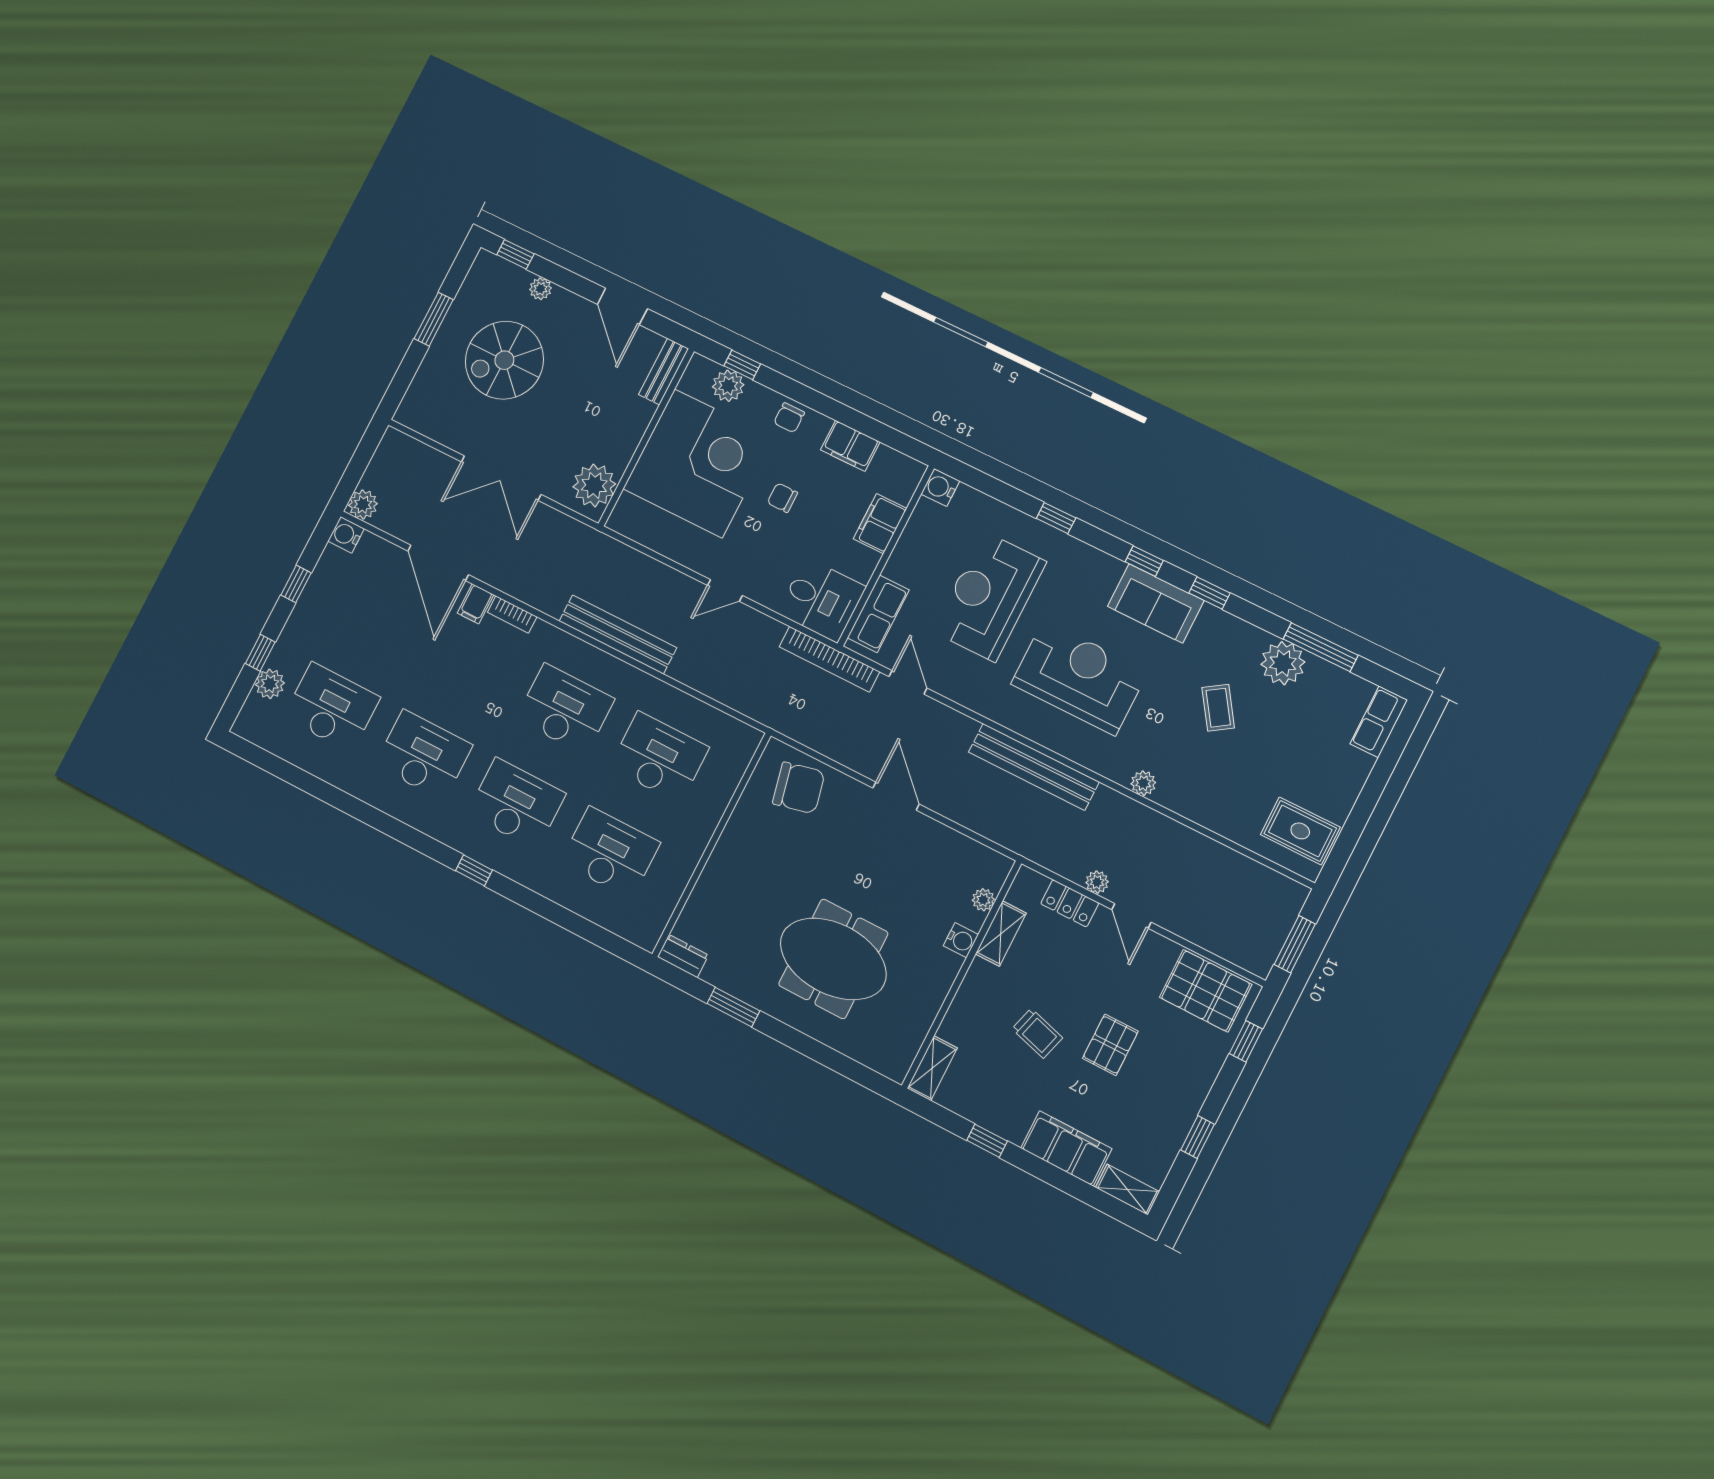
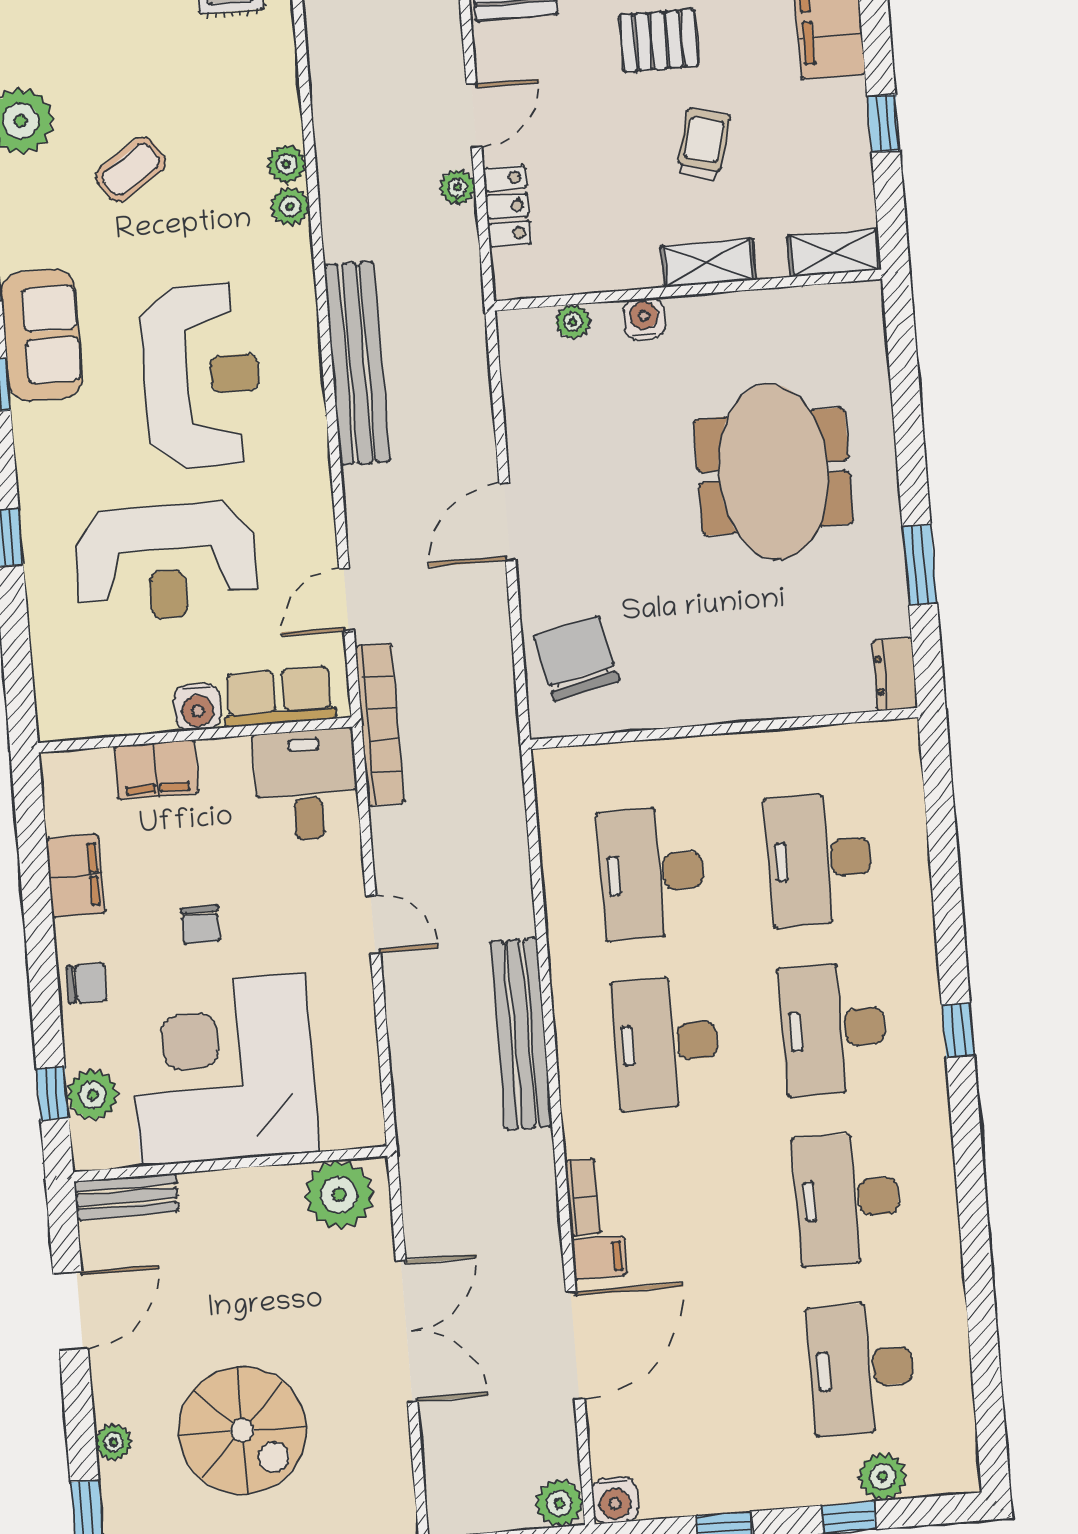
water cooler: (940, 487) -> (197, 707), moved
reception desk: (1079, 678) -> (202, 376), turned 180
plant: (1168, 796) -> (287, 164), added
shelving: (1001, 934) -> (708, 263), moved

